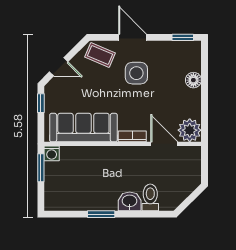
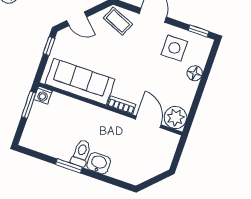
side table: (136, 73) -> (174, 48), moved
toilet: (150, 197) -> (81, 153), moved

